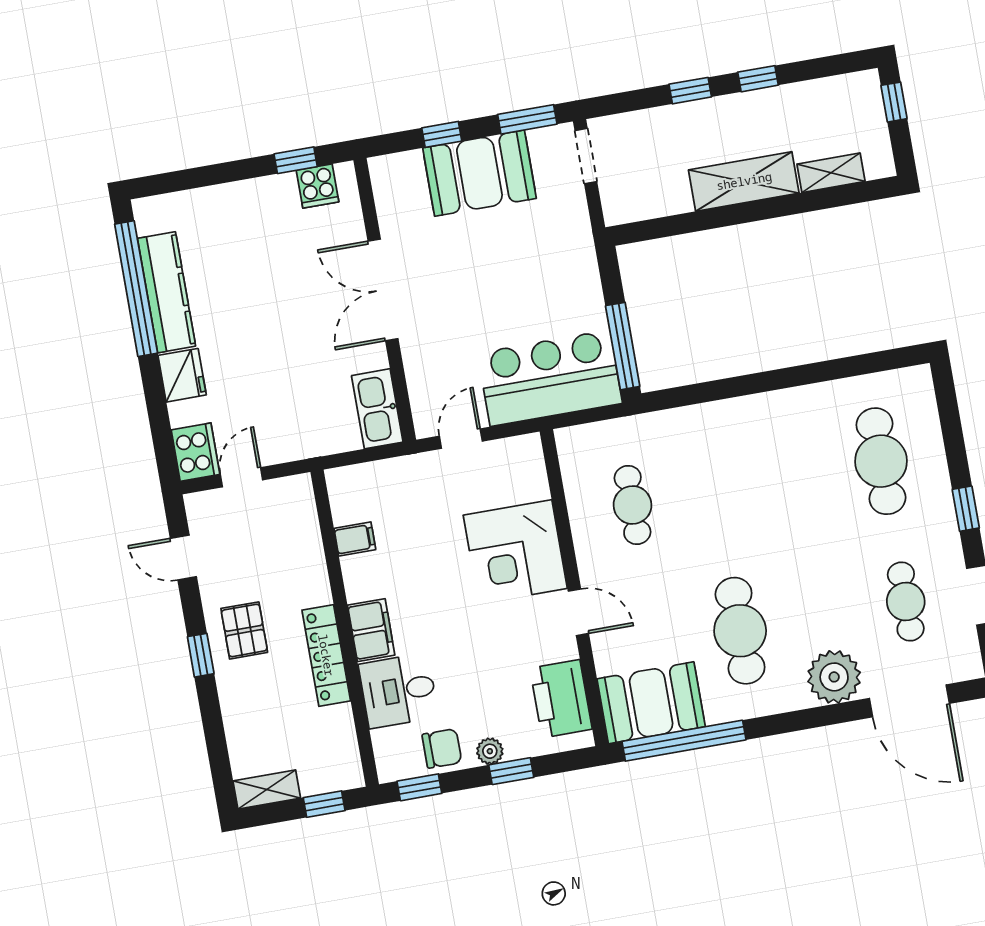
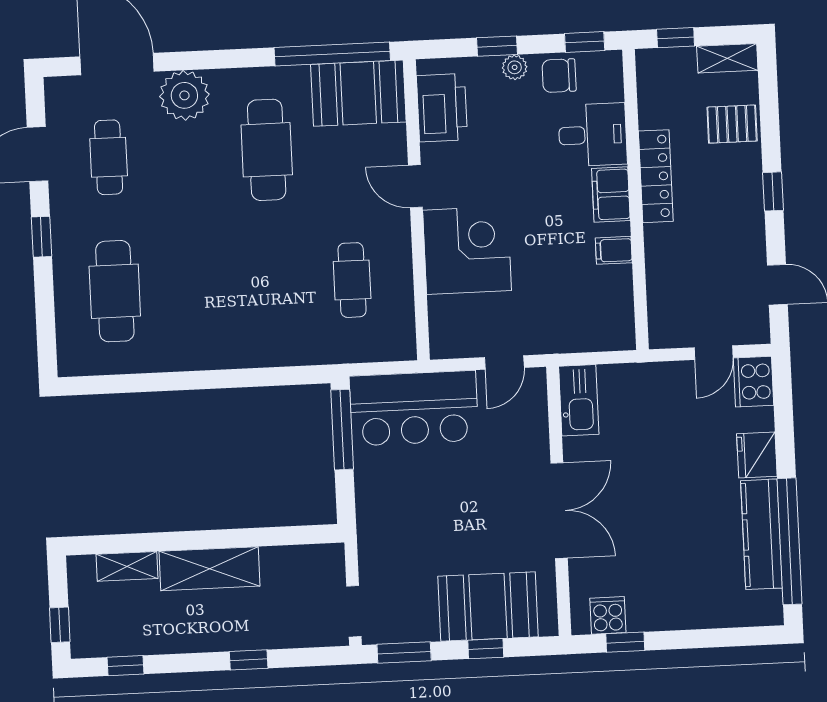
window: (758, 79) -> (126, 666), moved
booth: (479, 173) -> (488, 606), moved
filing cabinet: (355, 539) -> (614, 250), moved
pallet: (244, 630) -> (732, 124), moved, turned 90

